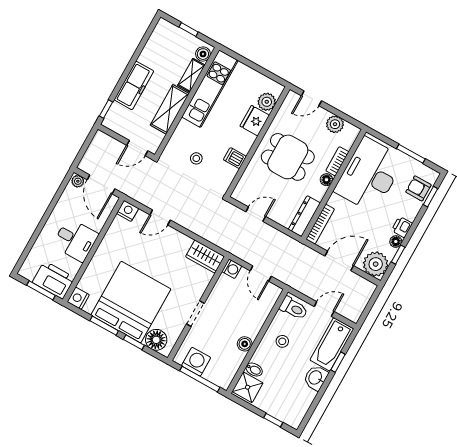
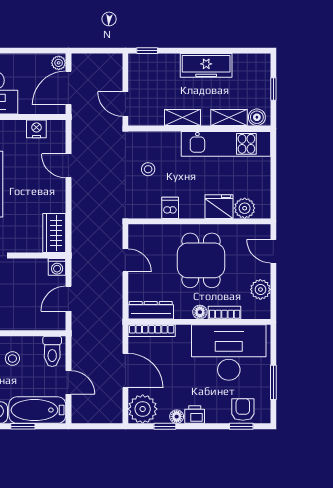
freezer: (134, 85) -> (206, 65), moved
shelving: (170, 109) -> (183, 117), width x0.67, depth x0.75
nightstand: (128, 211) -> (36, 129), moved, turned -90

